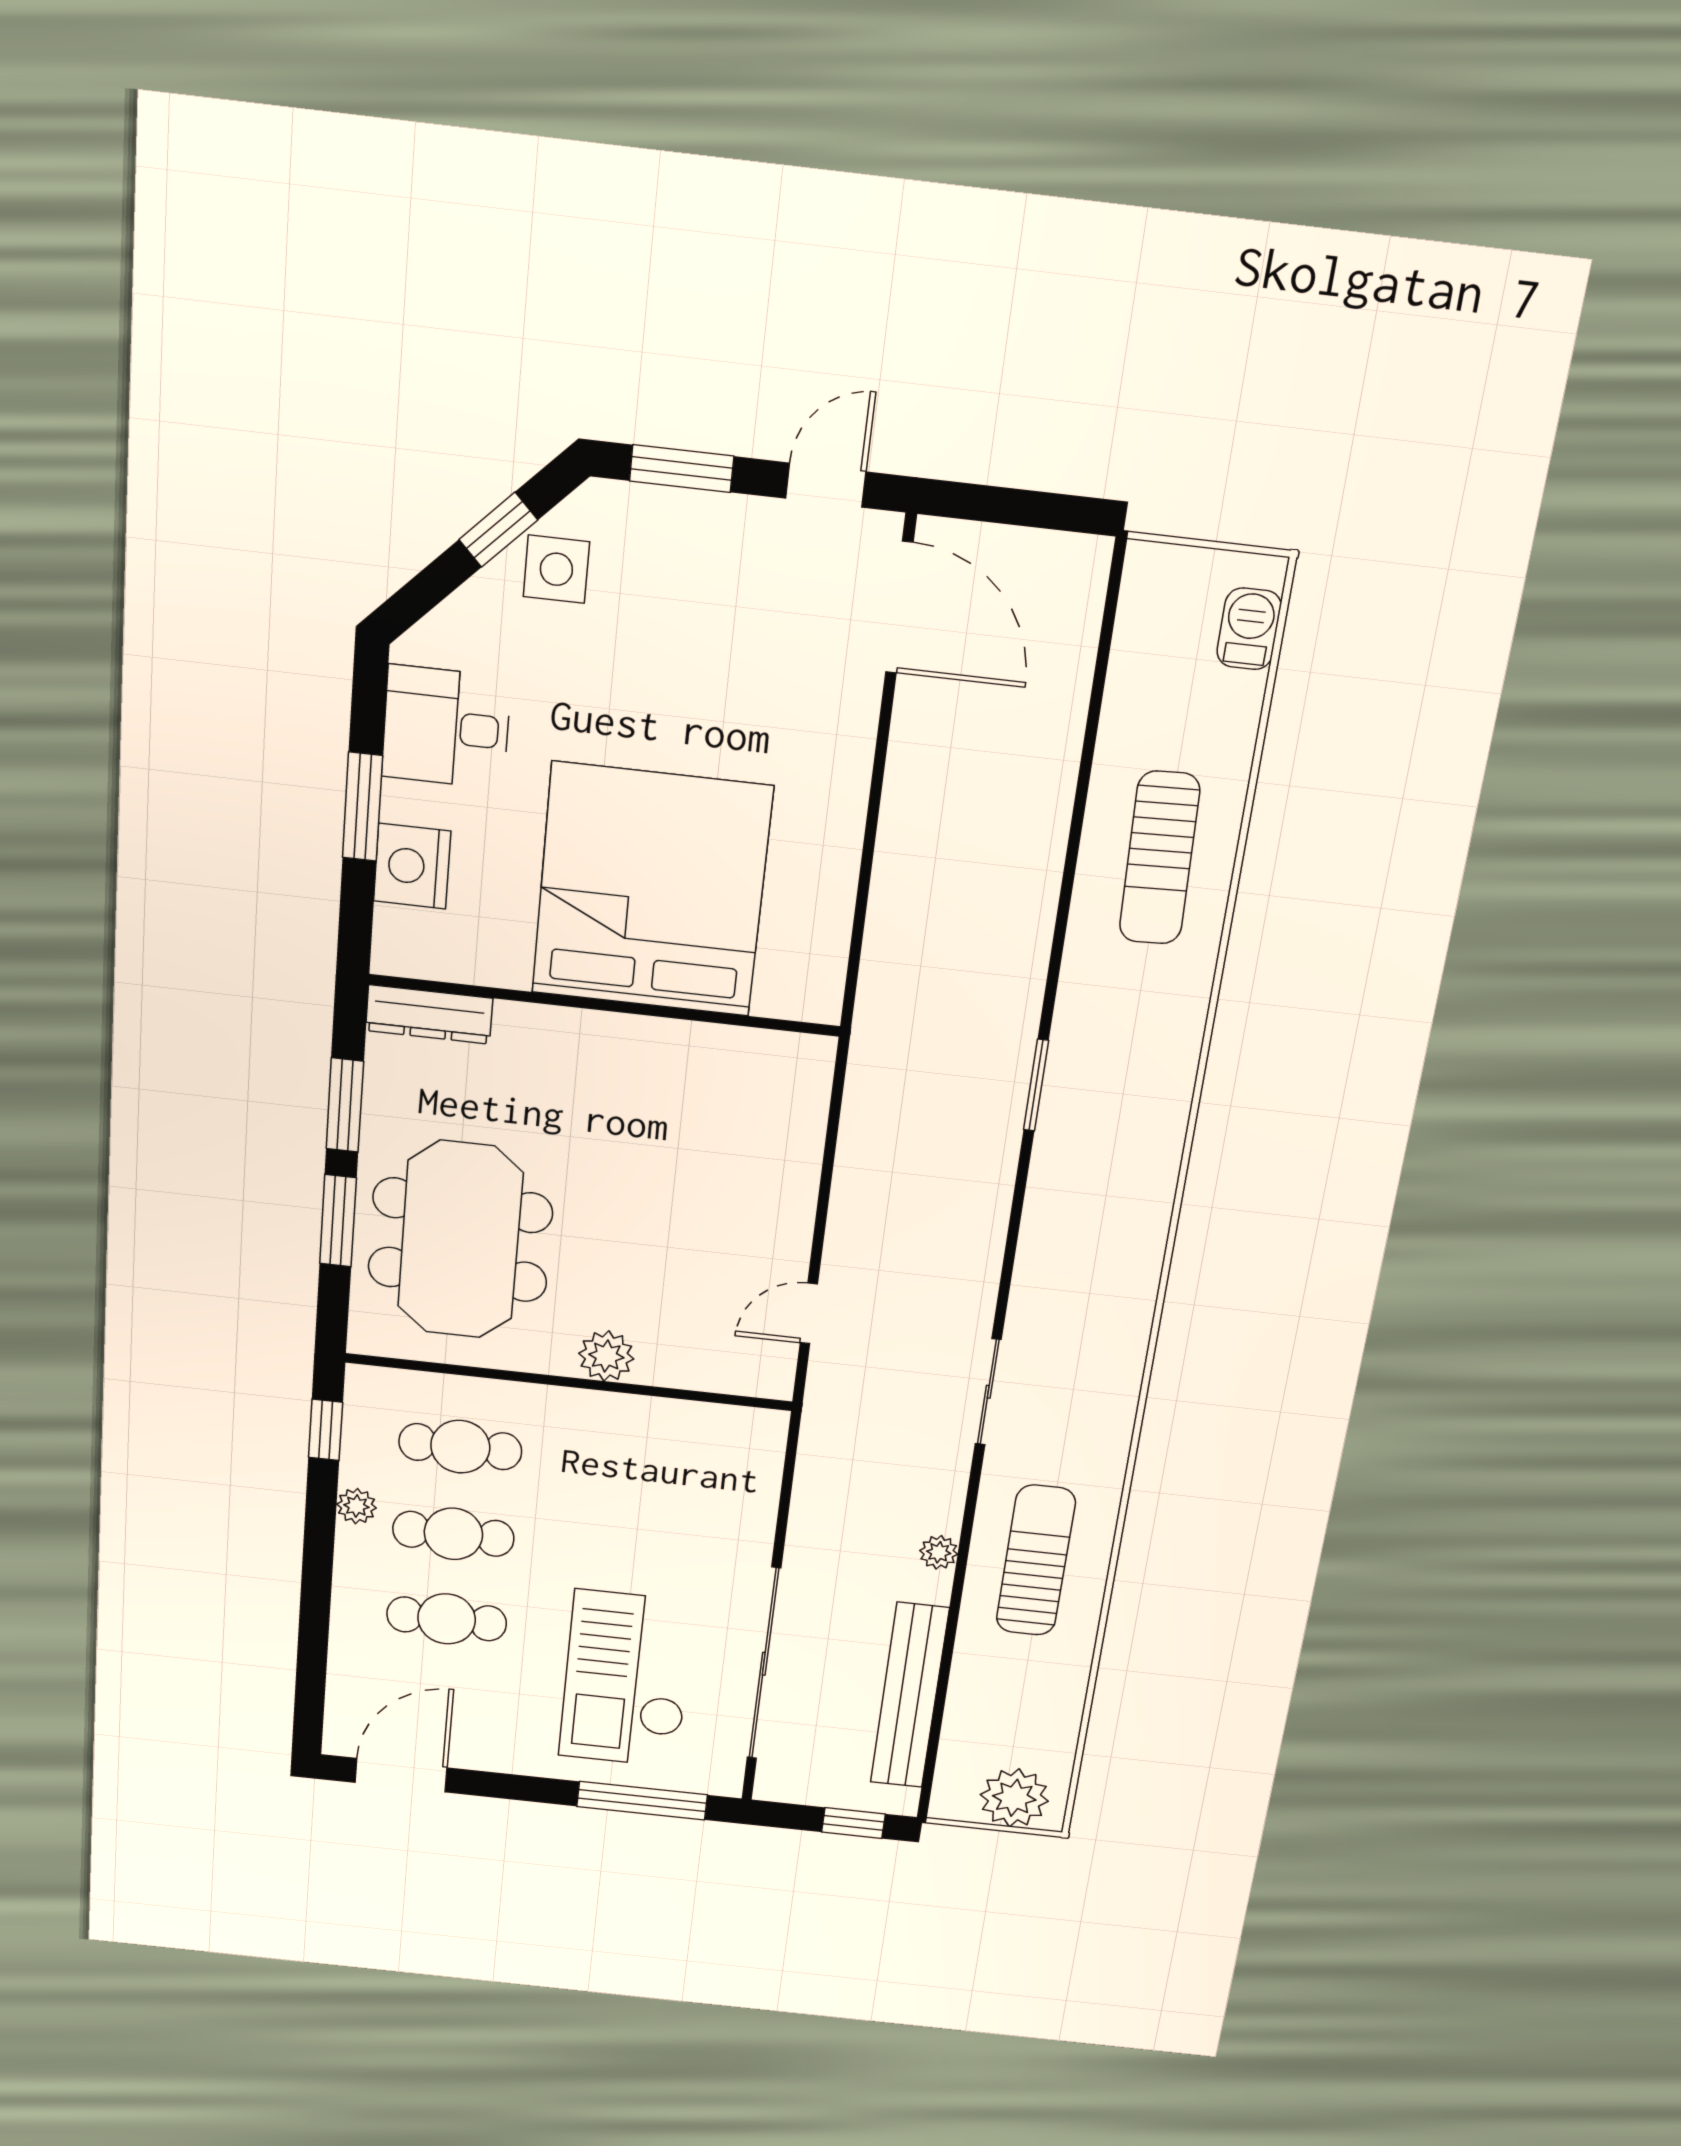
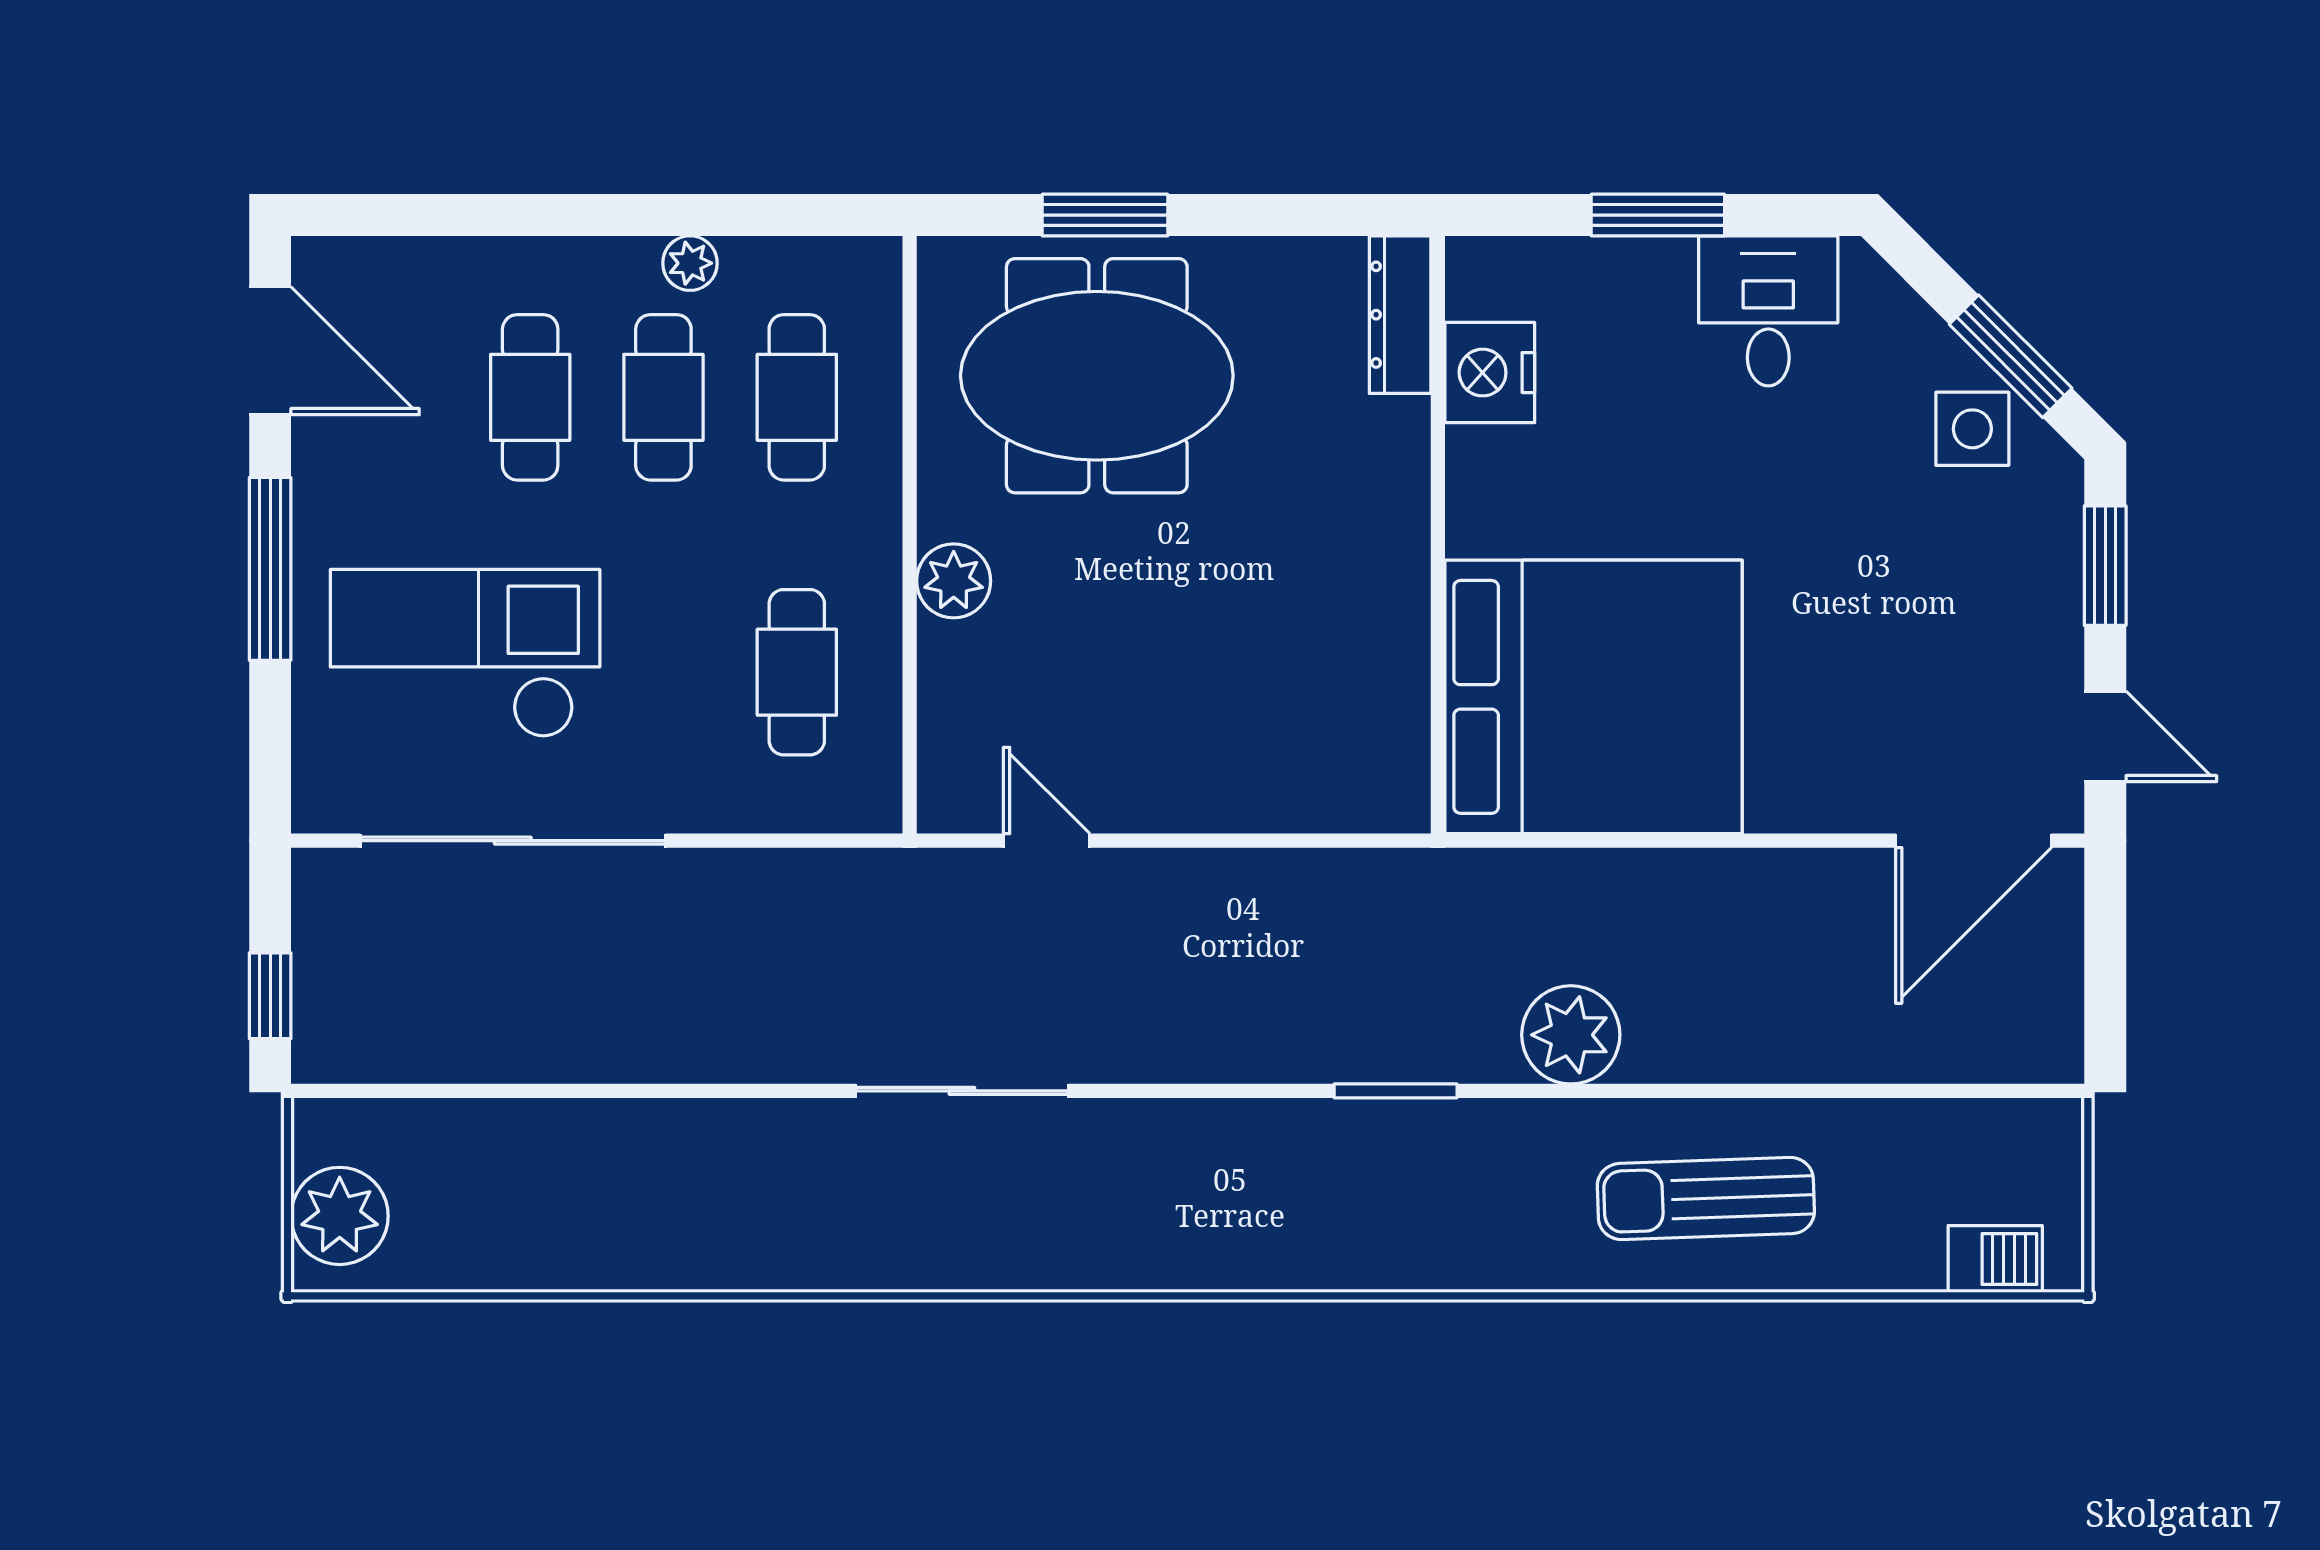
window: (498, 530) -> (2011, 356), width x1.50
nightstand: (412, 866) -> (1490, 373), moved, turned -90
bed: (652, 890) -> (1594, 697), moved
window: (345, 1105) -> (1266, 215), removed
sliding door: (988, 1392) -> (962, 1091), width x1.37
window: (326, 1430) -> (800, 215), removed
cafe table: (663, 1469) -> (797, 672), added
plant: (939, 1552) -> (1571, 1035), moved, width x1.88, depth x1.88
sun lounger: (1036, 1561) -> (718, 1191), removed
bench: (910, 1696) -> (487, 1048), removed
window: (642, 1801) -> (270, 569), moved

